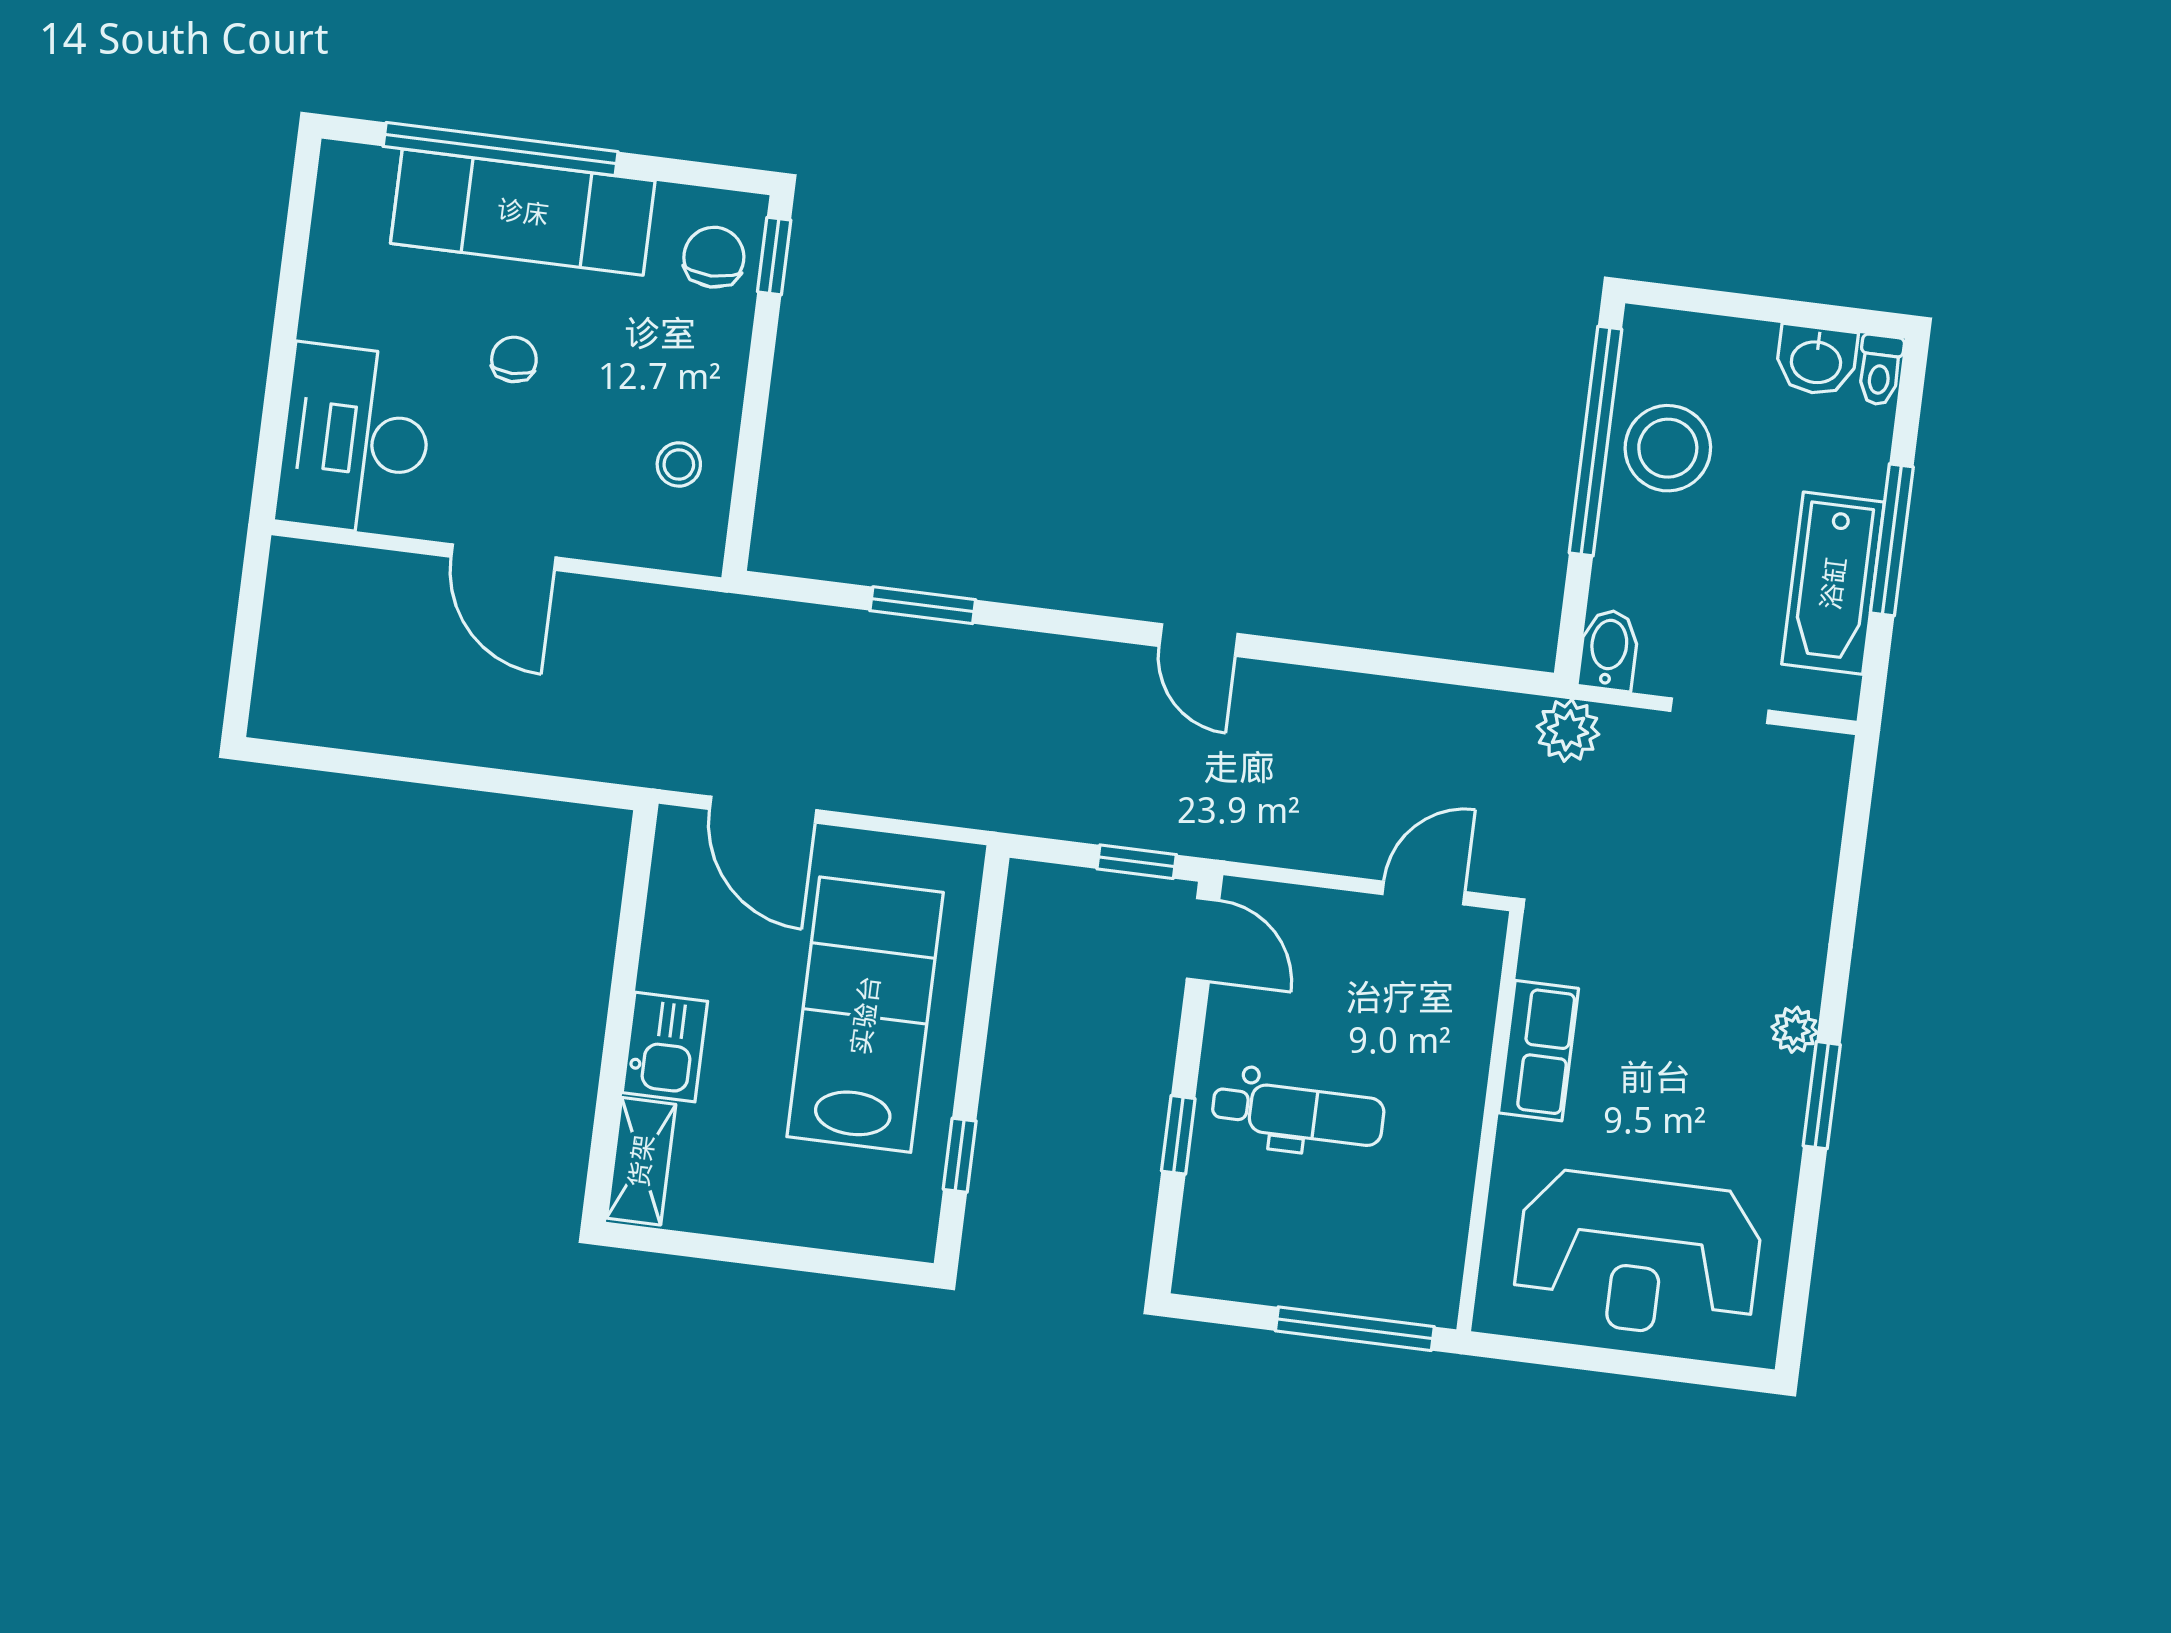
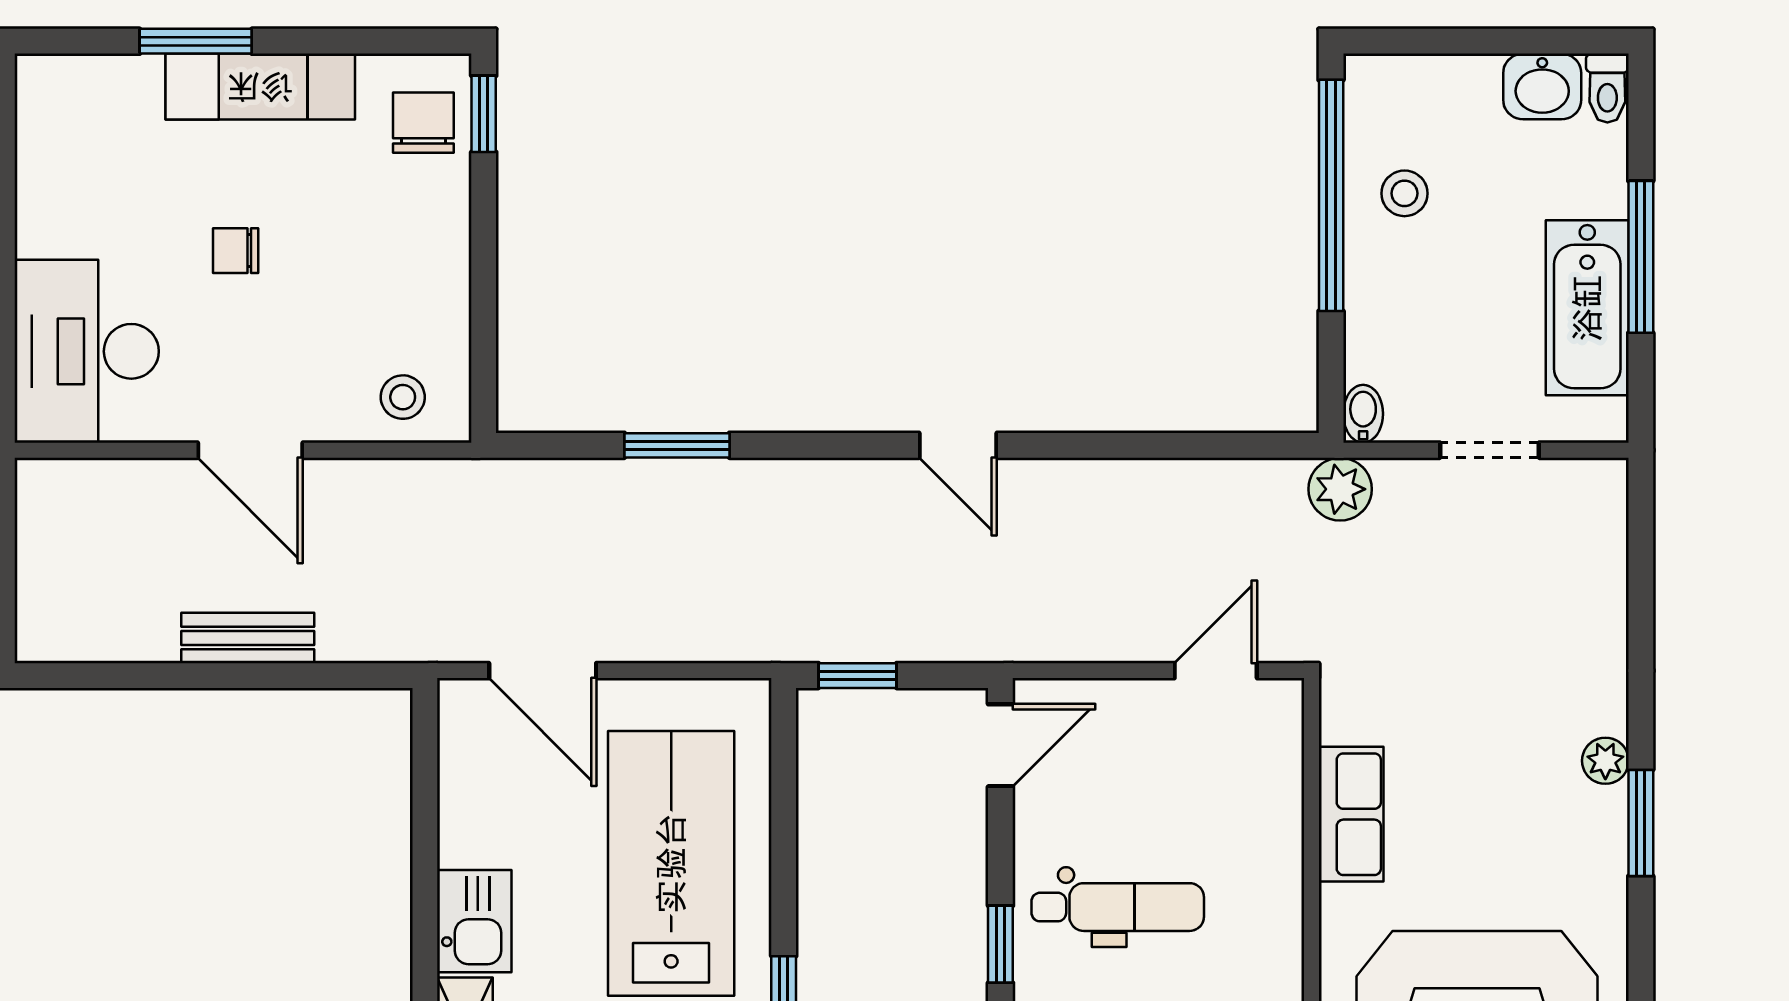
window: (501, 149) -> (196, 41), width x0.47
exam couch: (523, 212) -> (260, 87), width x0.73, depth x0.69
chair: (514, 359) -> (236, 251), turned -90
stool: (1668, 448) -> (1404, 193), width x0.53, depth x0.53
stool: (679, 464) -> (403, 397), moved
bidet: (1609, 650) -> (1363, 414), width x0.72, depth x0.74
bench: (478, 741) -> (248, 638), added
window: (1137, 862) -> (858, 676), moved
door: (1203, 940) -> (1000, 745), hinge flipped

